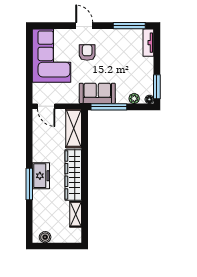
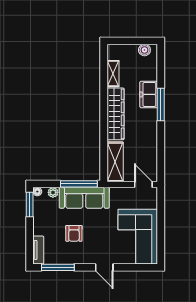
armchair: (87, 52) -> (74, 233), moved
sofa: (97, 93) -> (84, 198), width x1.36
freezer: (41, 176) -> (149, 94), moved

